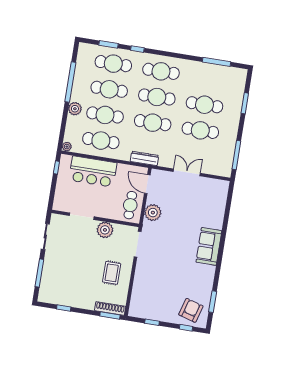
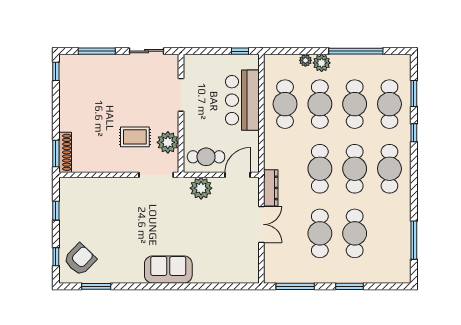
window: (245, 103) -> (349, 286), moved
plant: (67, 147) -> (305, 60), moved
dresser: (144, 158) -> (271, 188), moved
plant: (105, 230) -> (168, 142), moved
rug: (112, 273) -> (135, 137), moved
window: (64, 308) -> (56, 71), moved
armchair: (191, 310) -> (80, 259), turned -62

